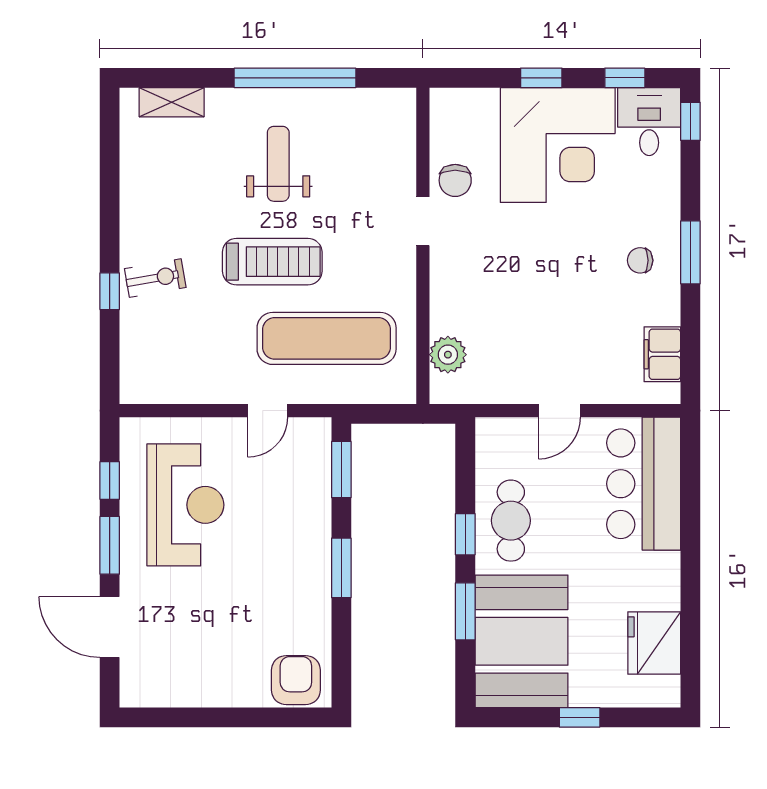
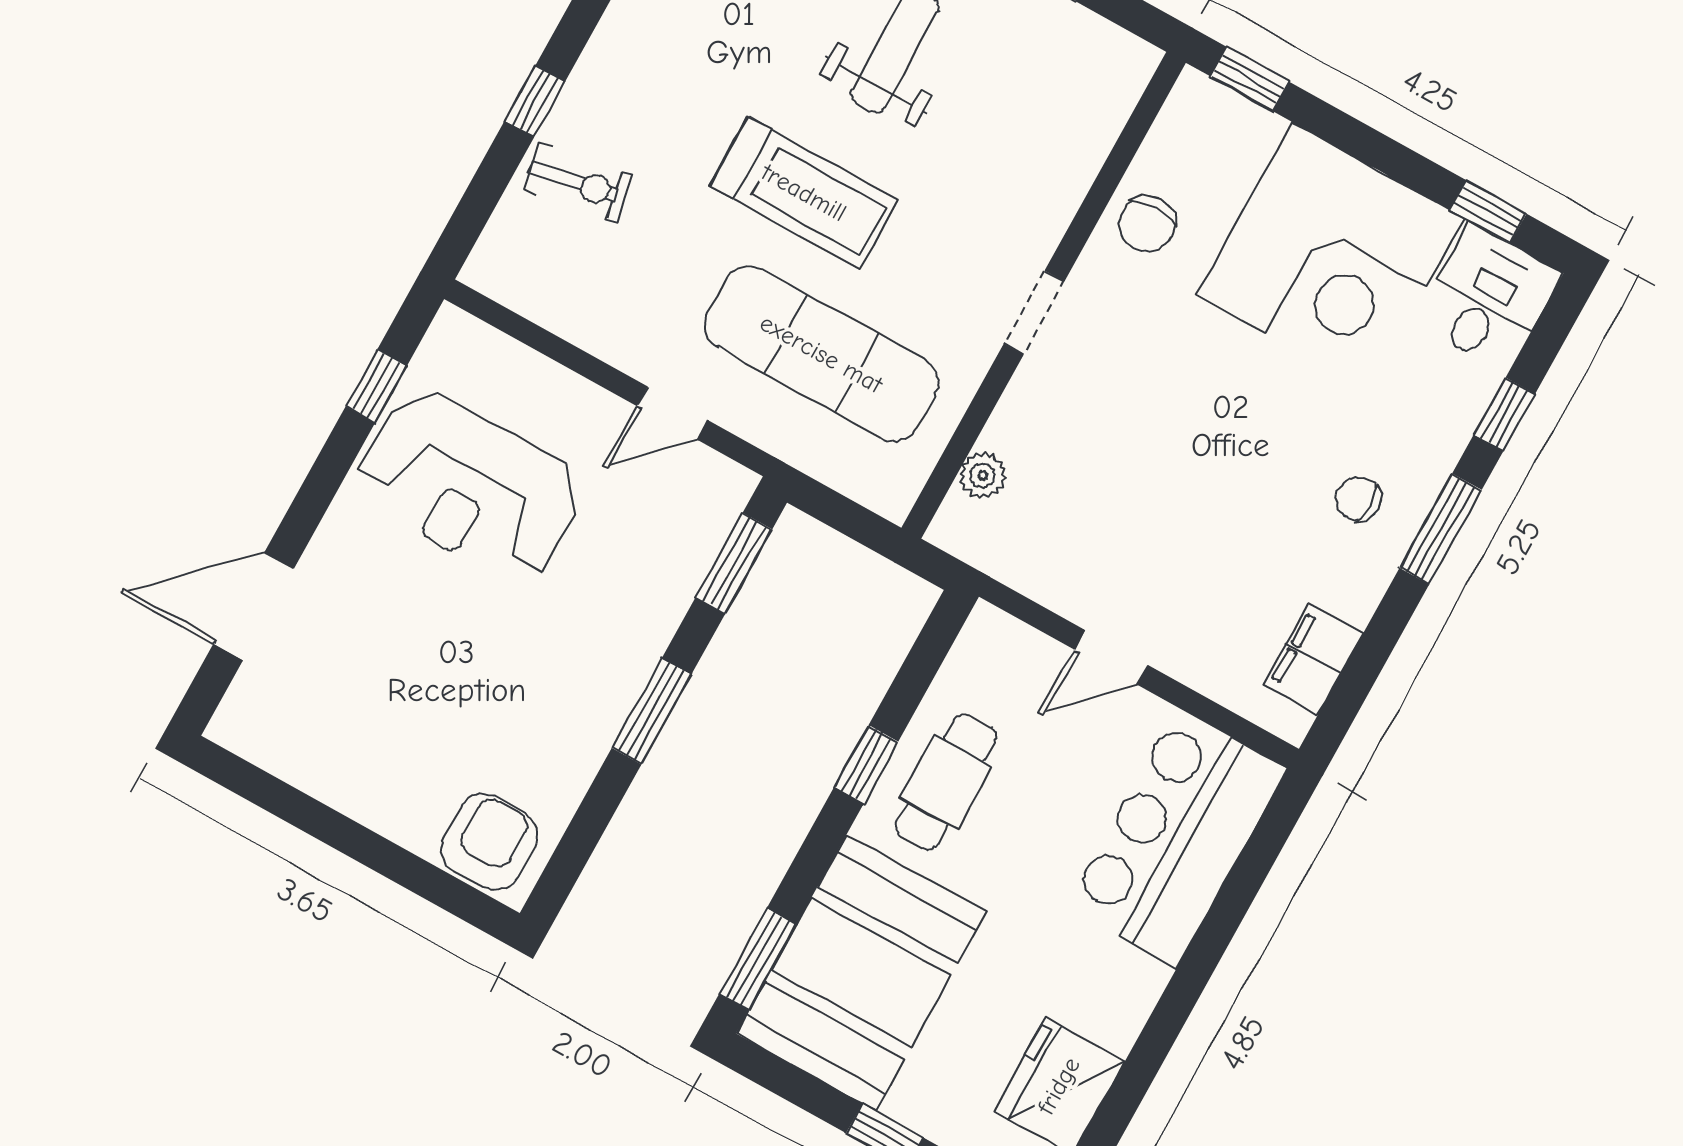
window: (541, 78) -> (1249, 79), moved
window: (690, 121) -> (1504, 414), moved
doorway: (423, 221) -> (1034, 313), moved
exercise bike: (155, 278) -> (578, 183), moved
plant: (448, 355) -> (983, 476), width x0.73, depth x0.73
reception desk: (185, 505) -> (470, 486), turned 90
window: (110, 545) -> (322, 483), removed
window: (465, 611) -> (758, 959), moved
door: (110, 627) -> (254, 606), hinge flipped

